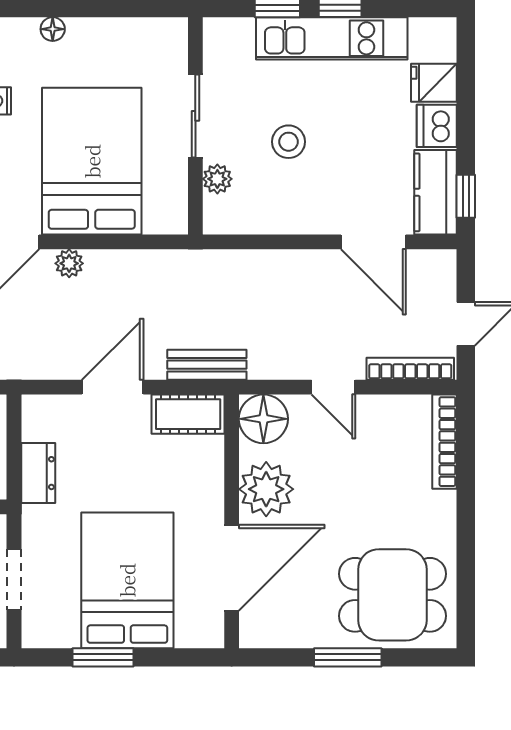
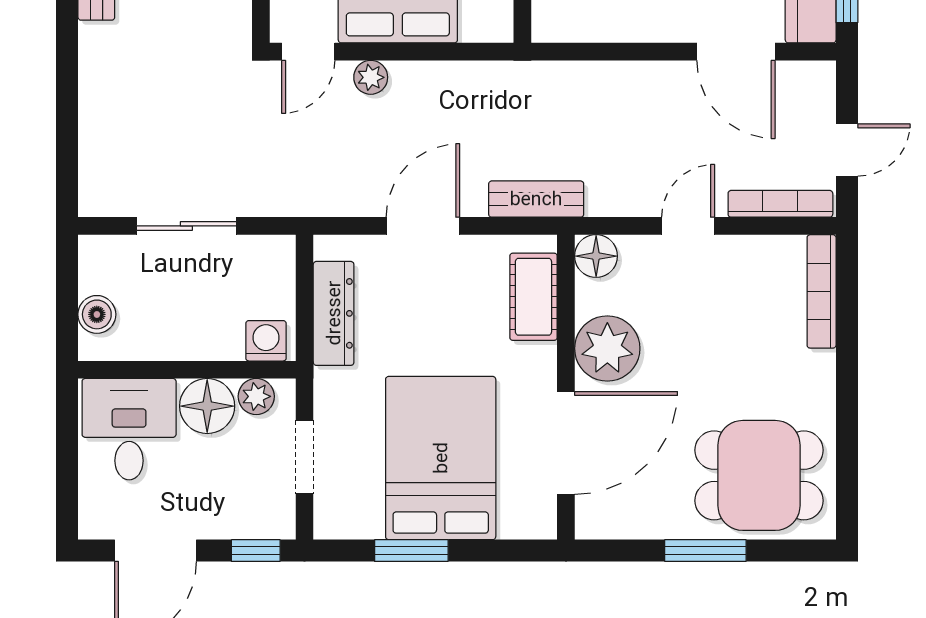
door: (333, 387) -> (688, 226), swing flipped
cot: (188, 414) -> (533, 297), moved, turned 90
floor lamp: (263, 419) -> (596, 256), width x0.73, depth x0.73
dresser: (38, 473) -> (334, 313), width x1.44

